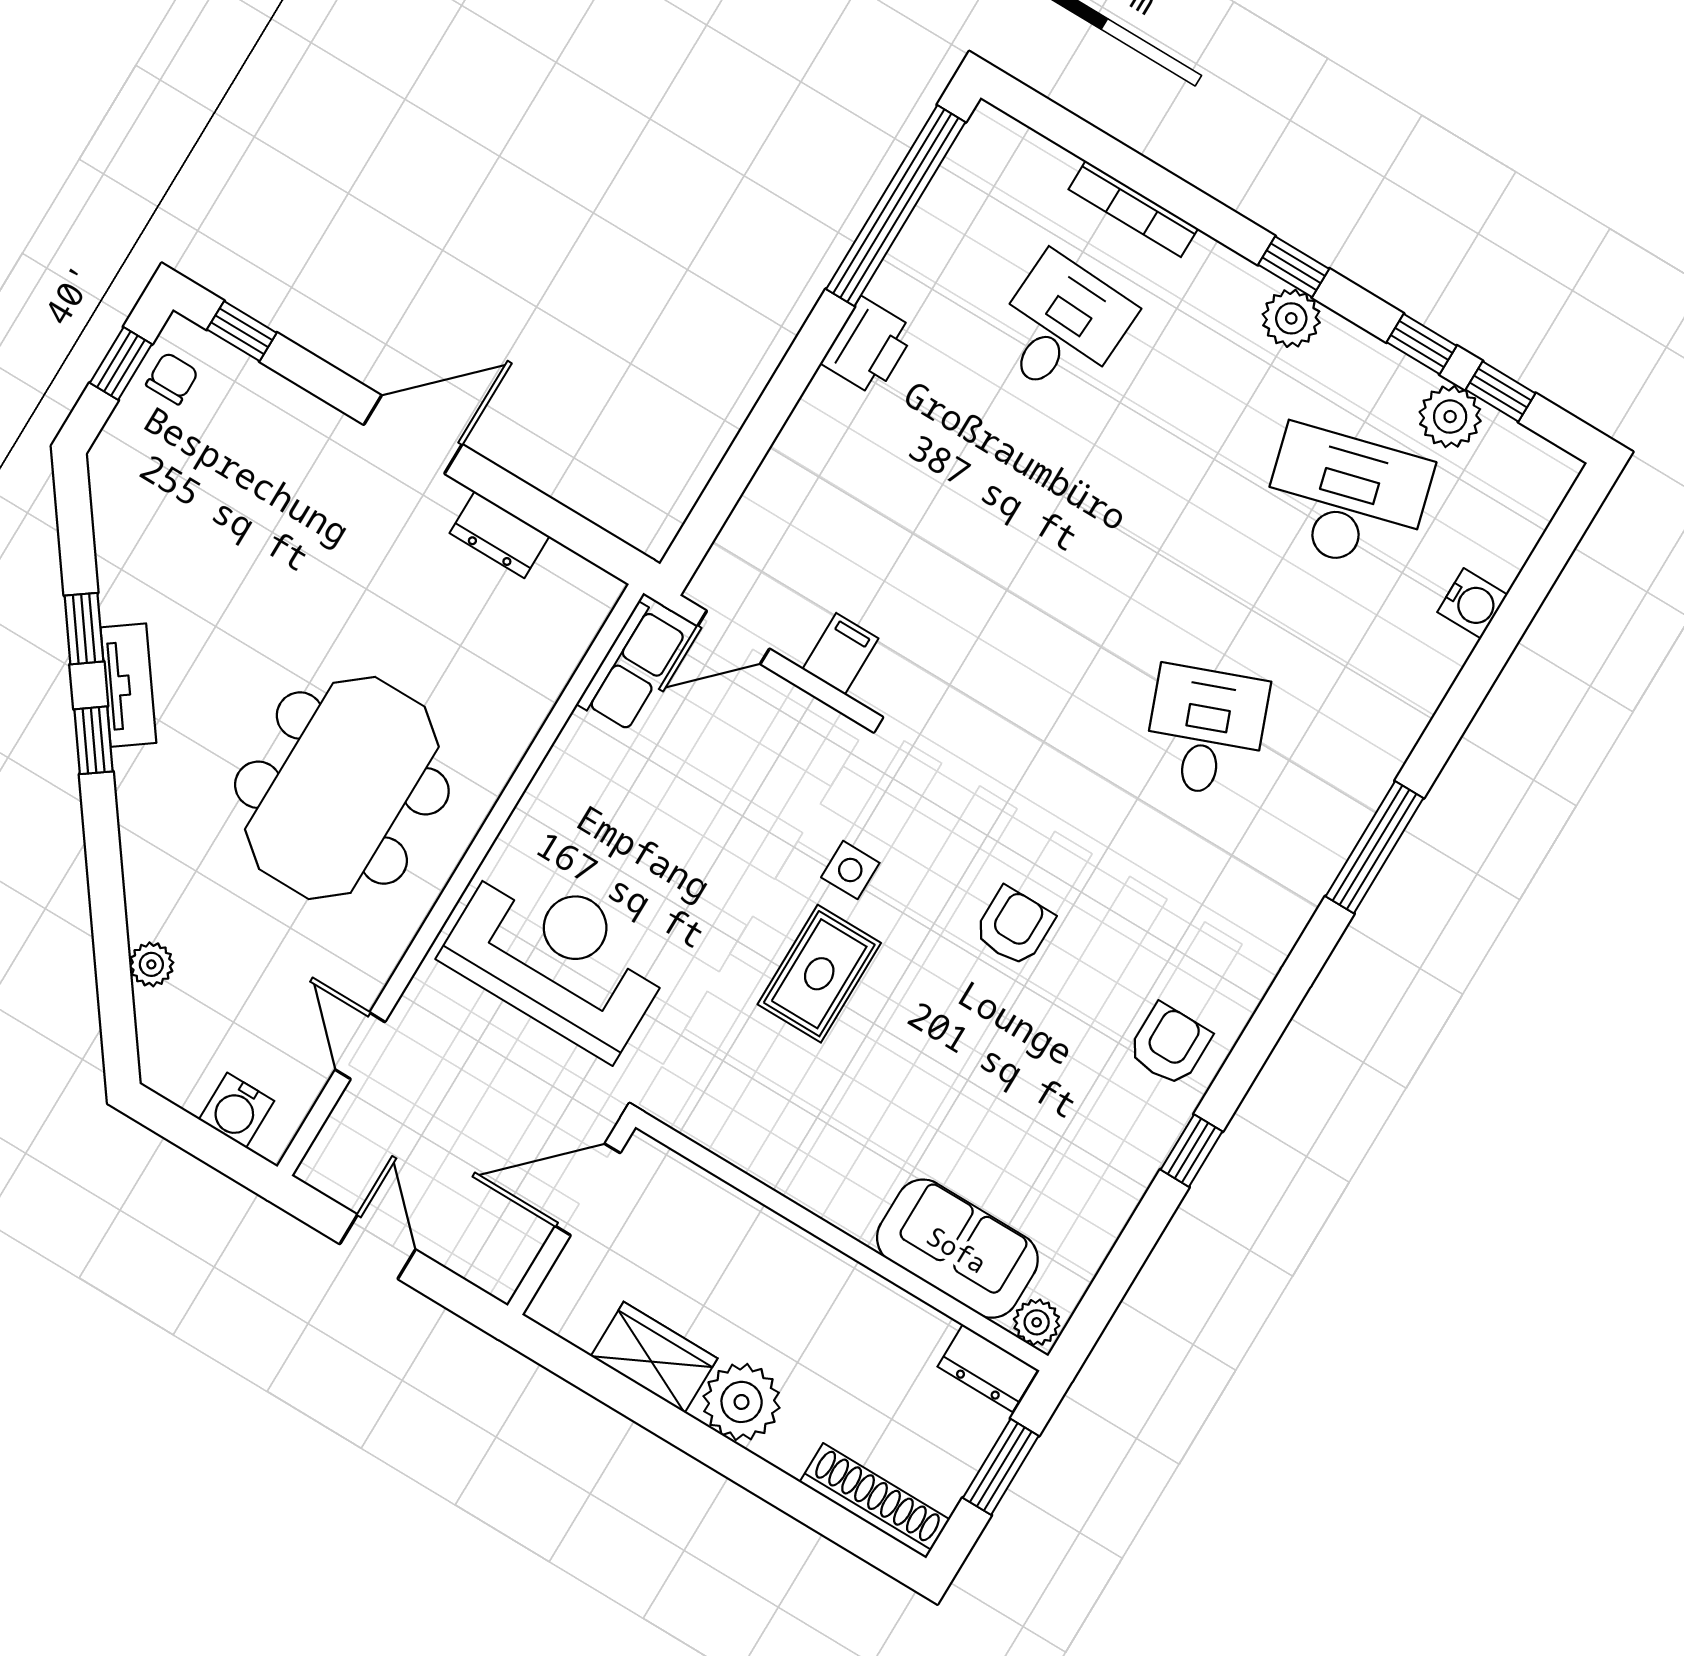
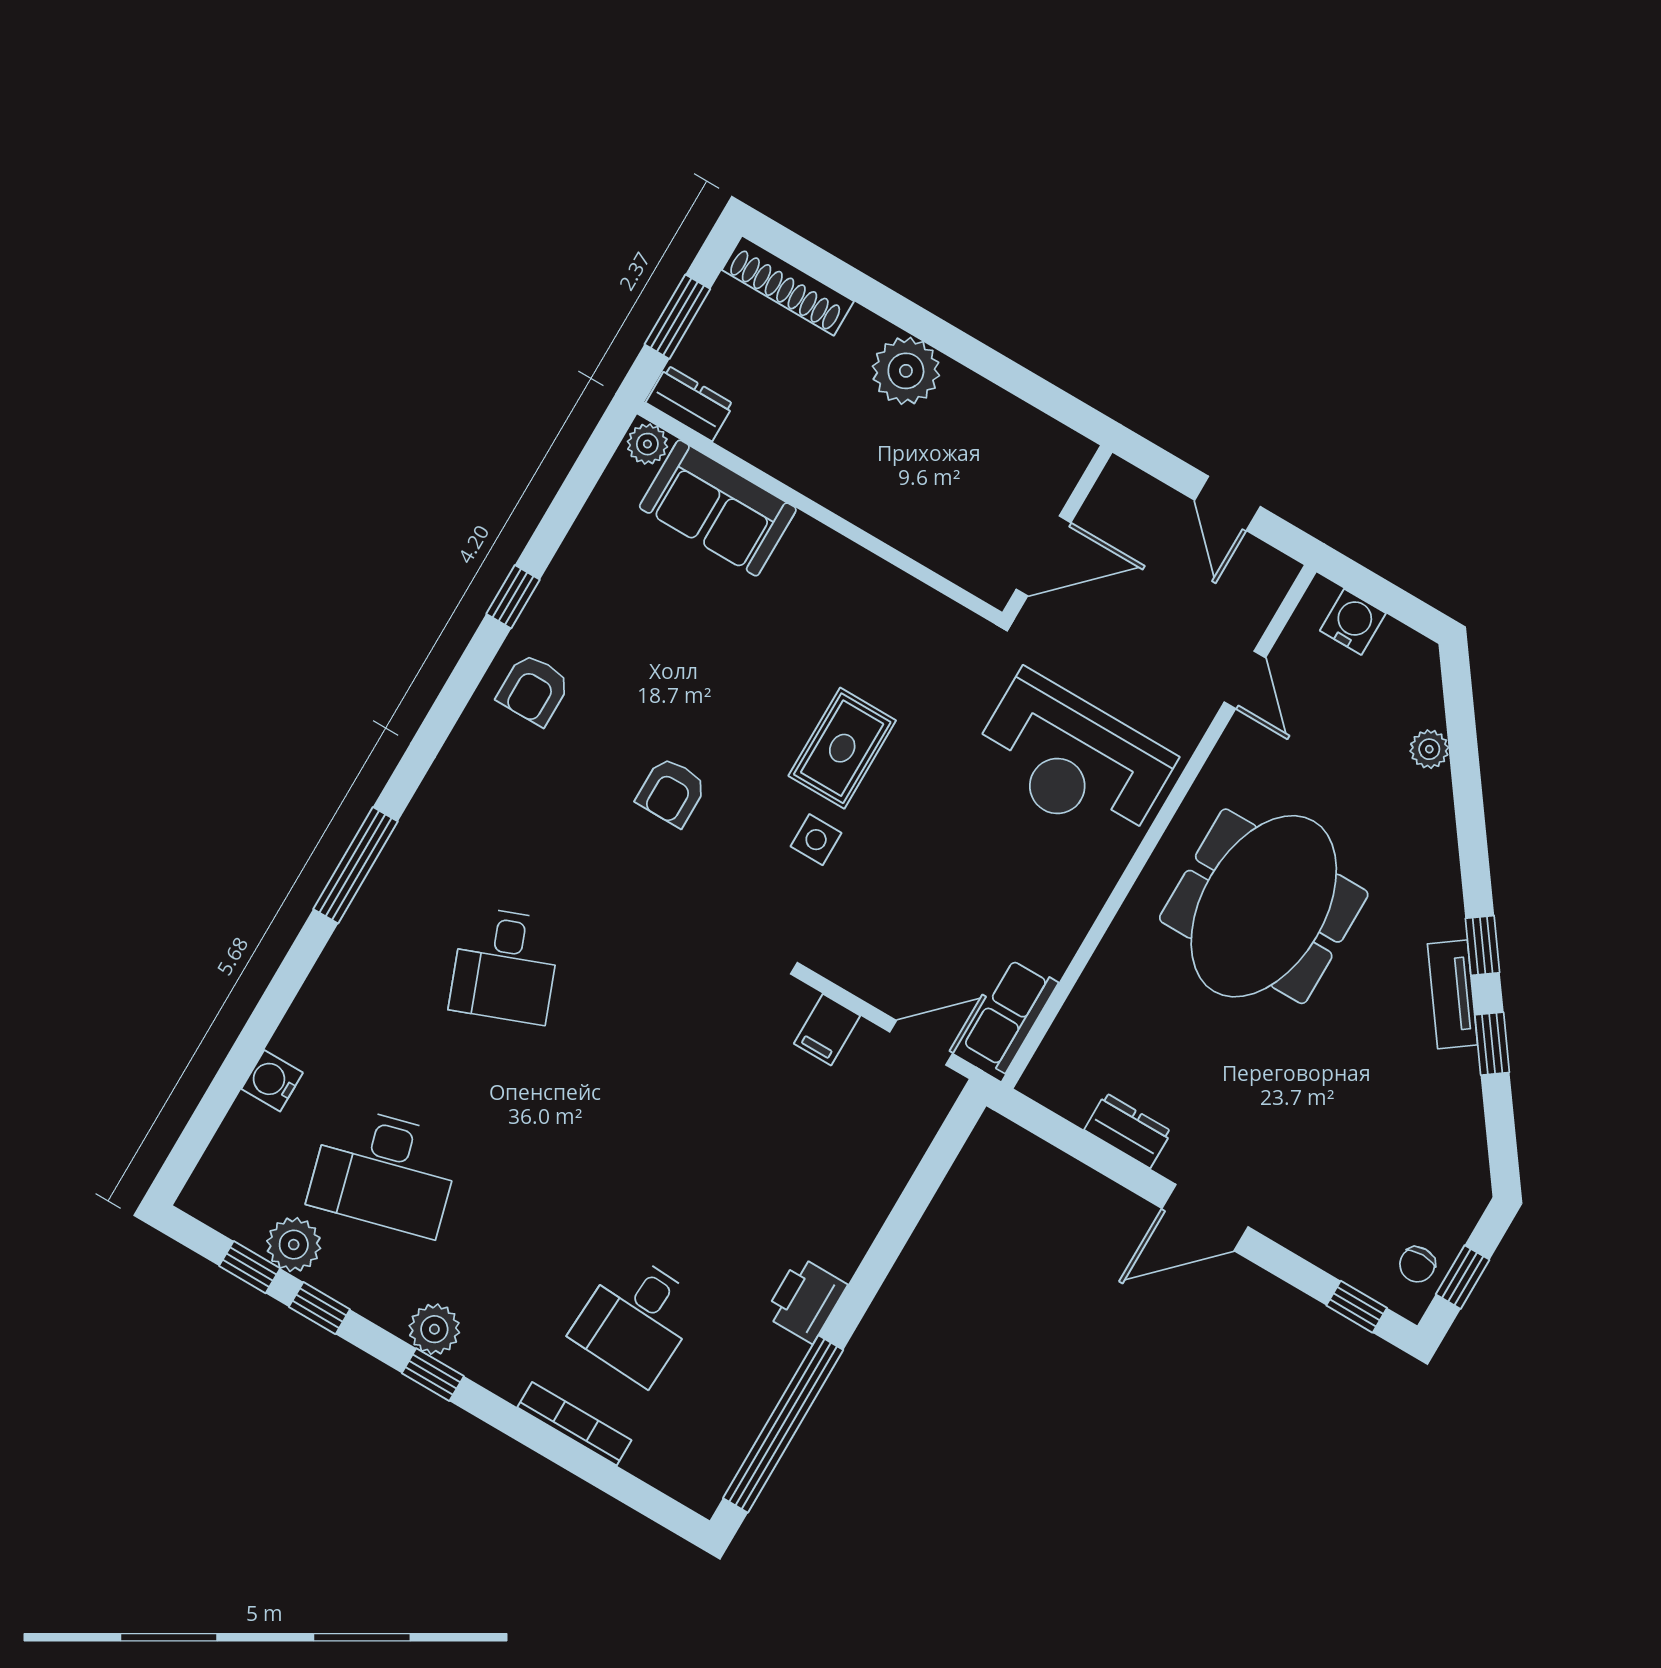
wardrobe: (654, 1357) -> (983, 409), removed

